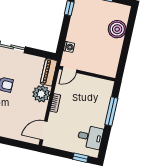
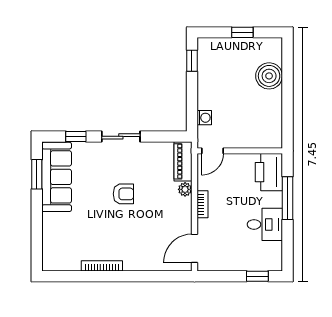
printer: (103, 92) -> (269, 172), added
plant: (41, 94) -> (185, 189), width x0.53, depth x0.53
desk: (90, 137) -> (265, 224), moved

